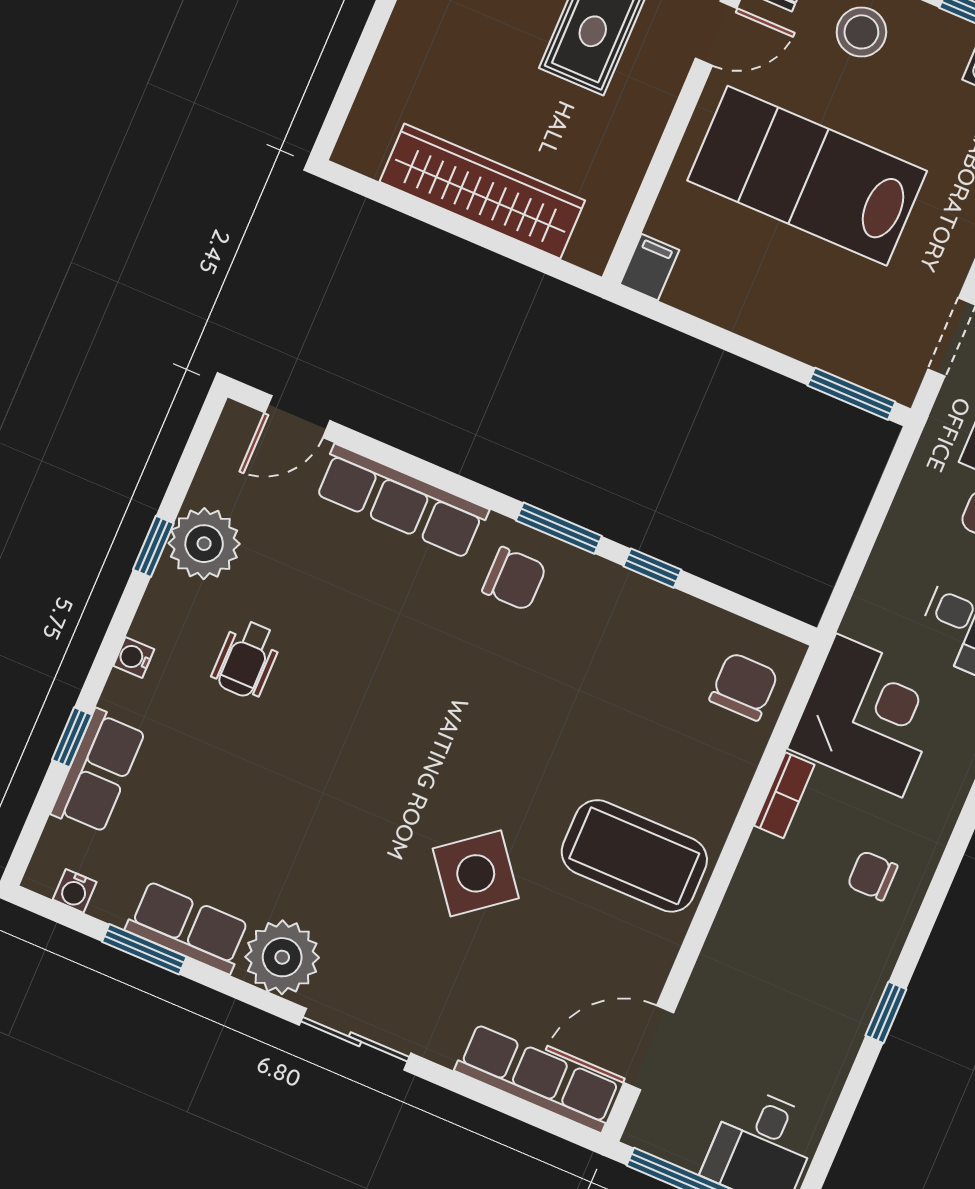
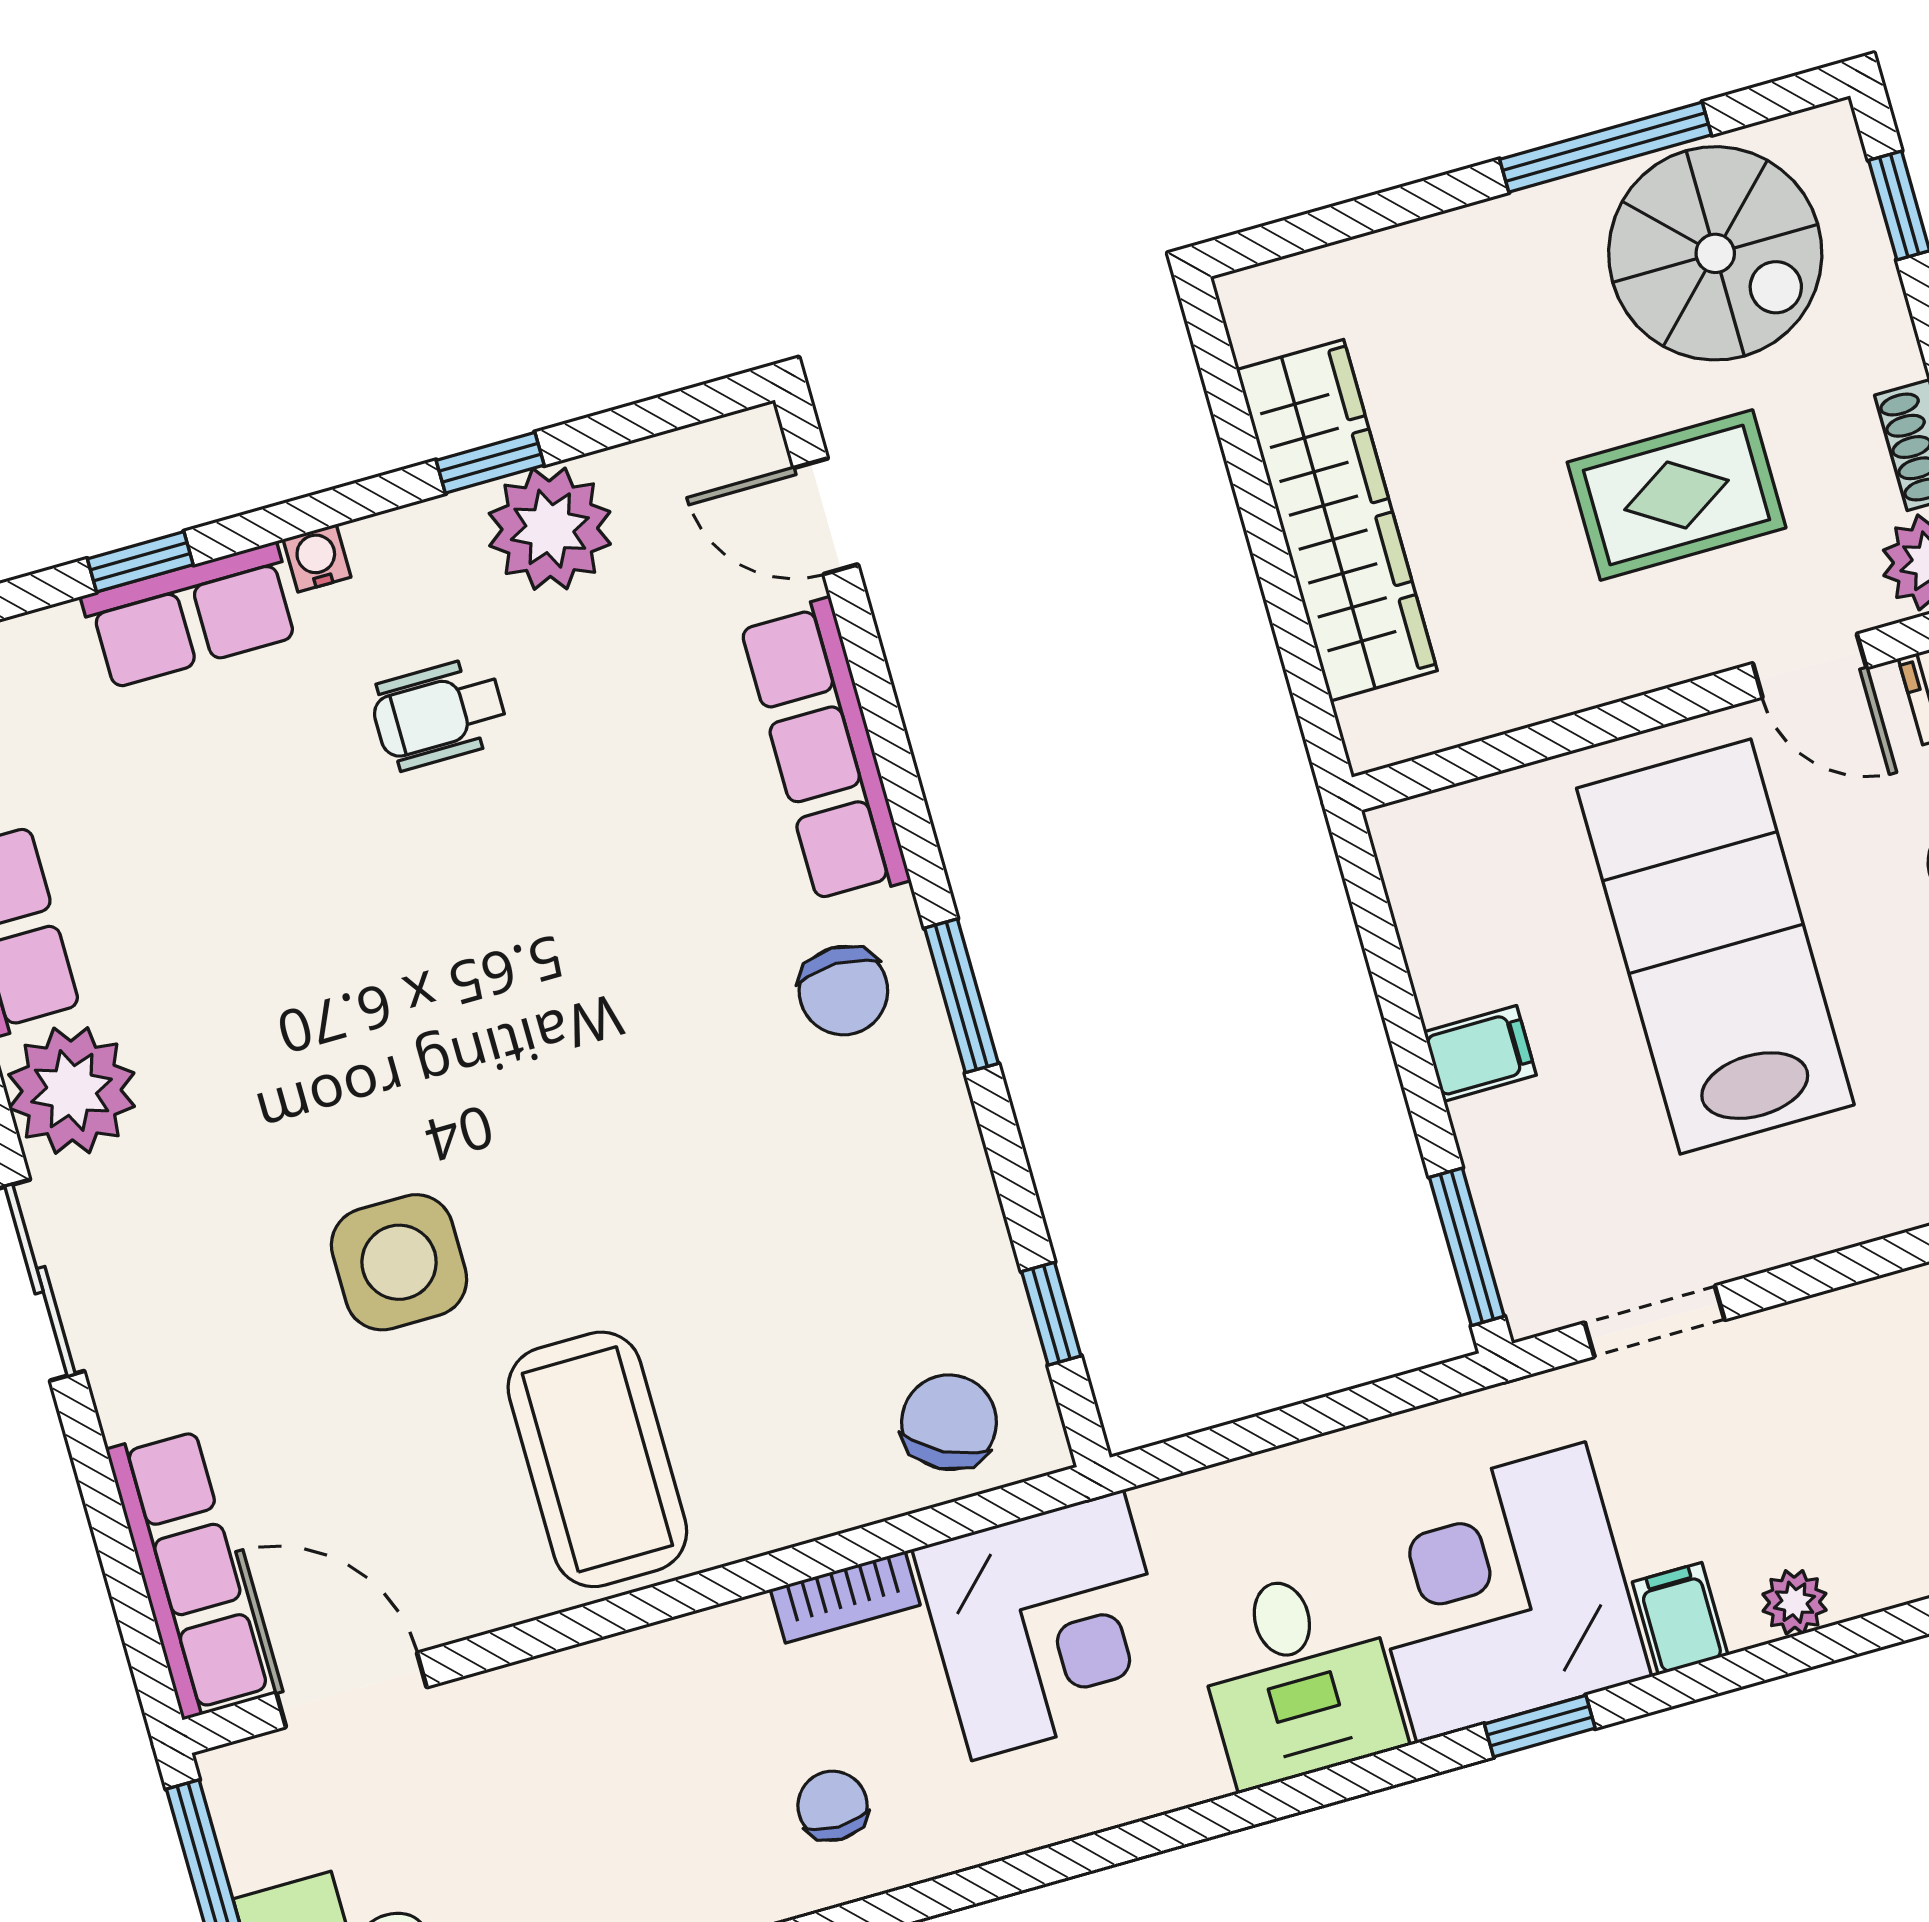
filing cabinet: (650, 267) -> (1480, 1054), moved
window: (652, 568) -> (1051, 1314), moved
chair: (744, 686) -> (949, 1422), turned -63
row of seats: (98, 772) -> (191, 616), moved
side table: (476, 873) -> (399, 1262), turned 38

